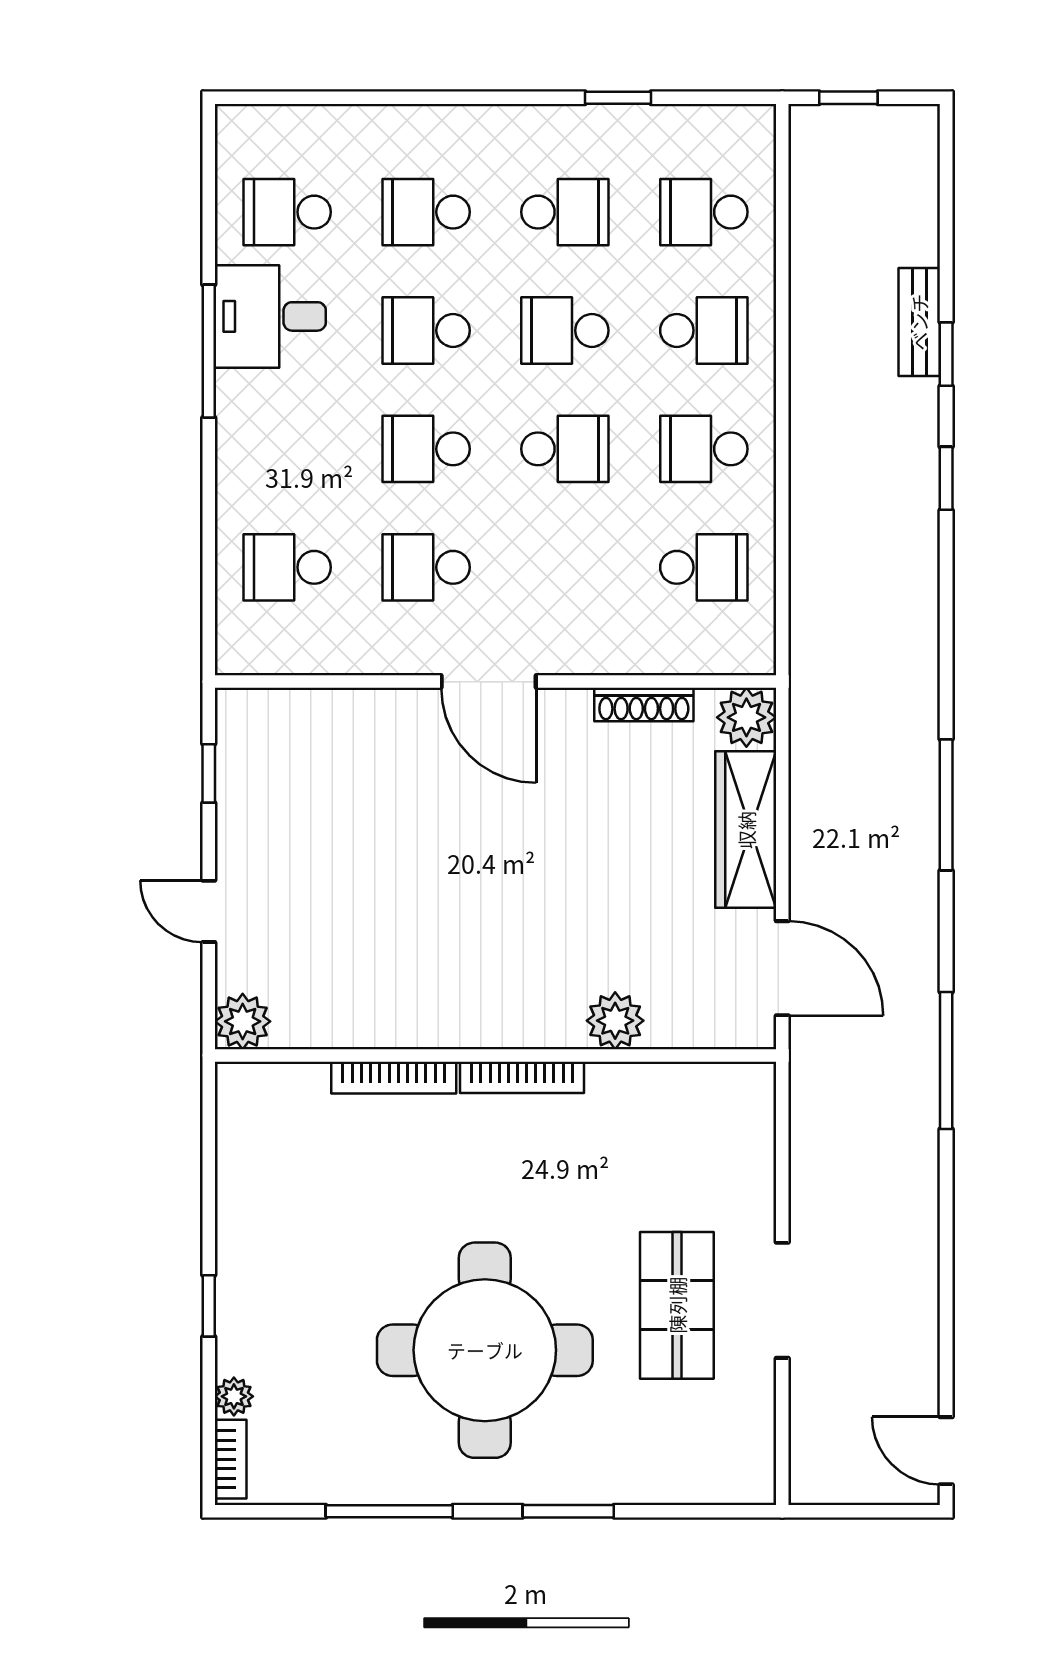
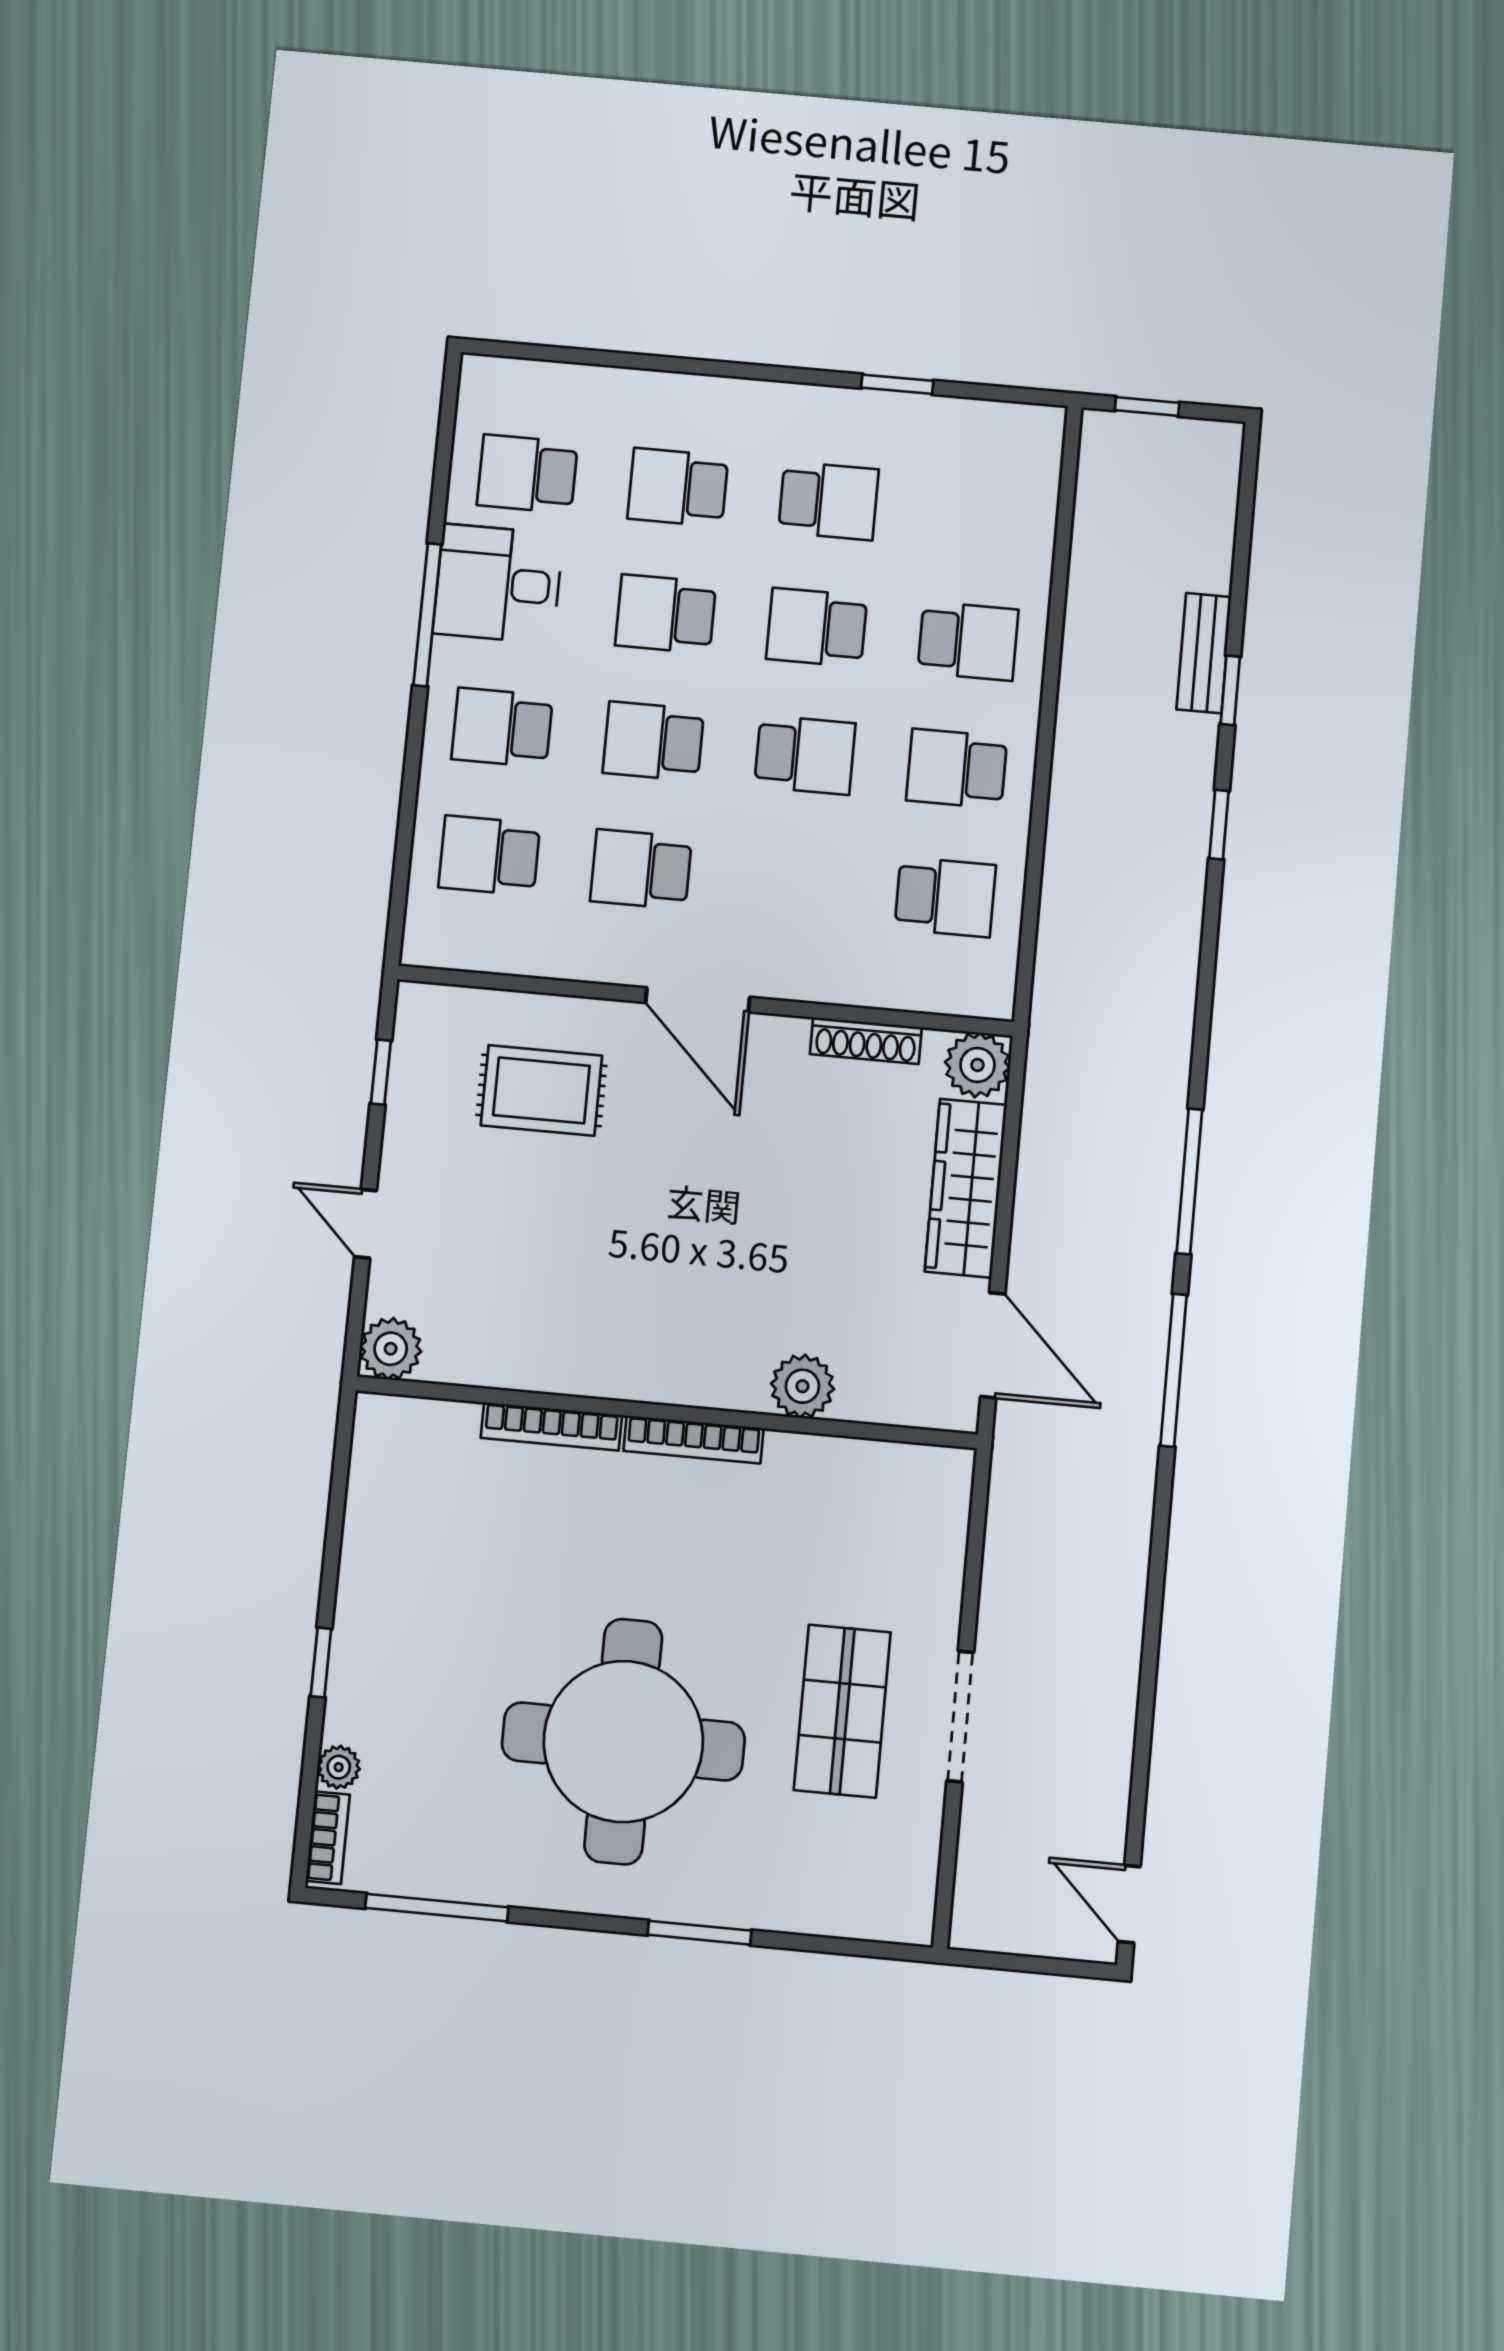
school desk: (704, 212) -> (502, 728), moved
rug: (355, 777) -> (541, 1090), added
window: (946, 1060) -> (1174, 1370), moved
window: (389, 1511) -> (437, 1908), moved

